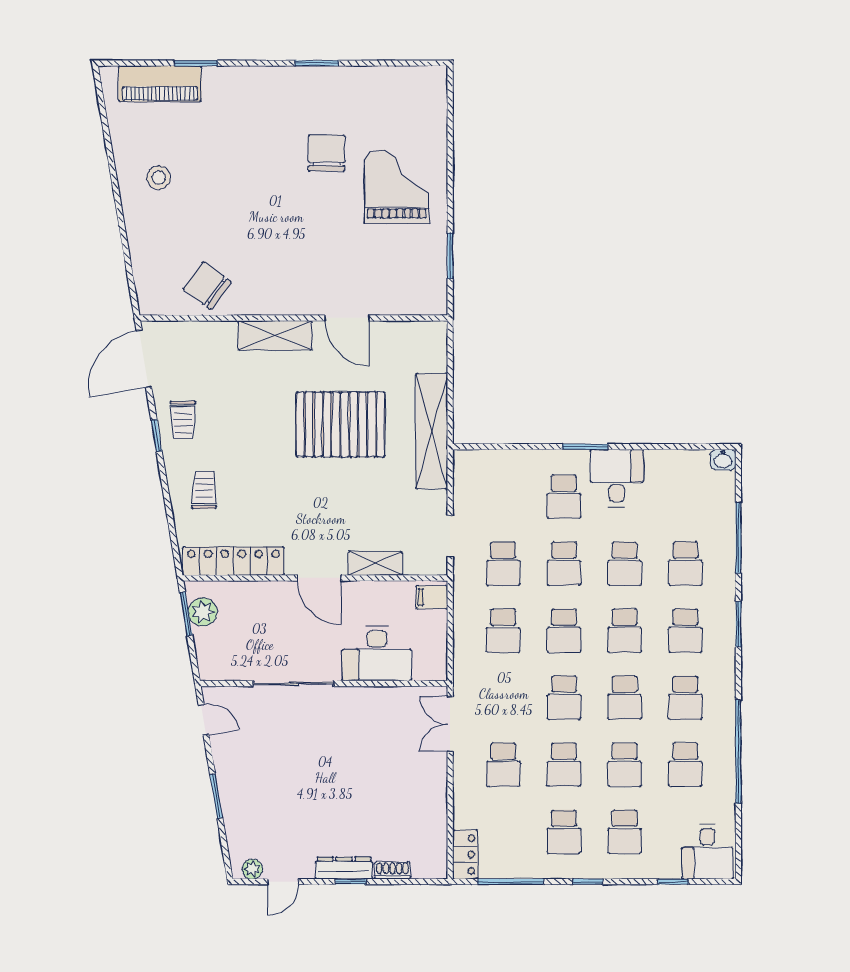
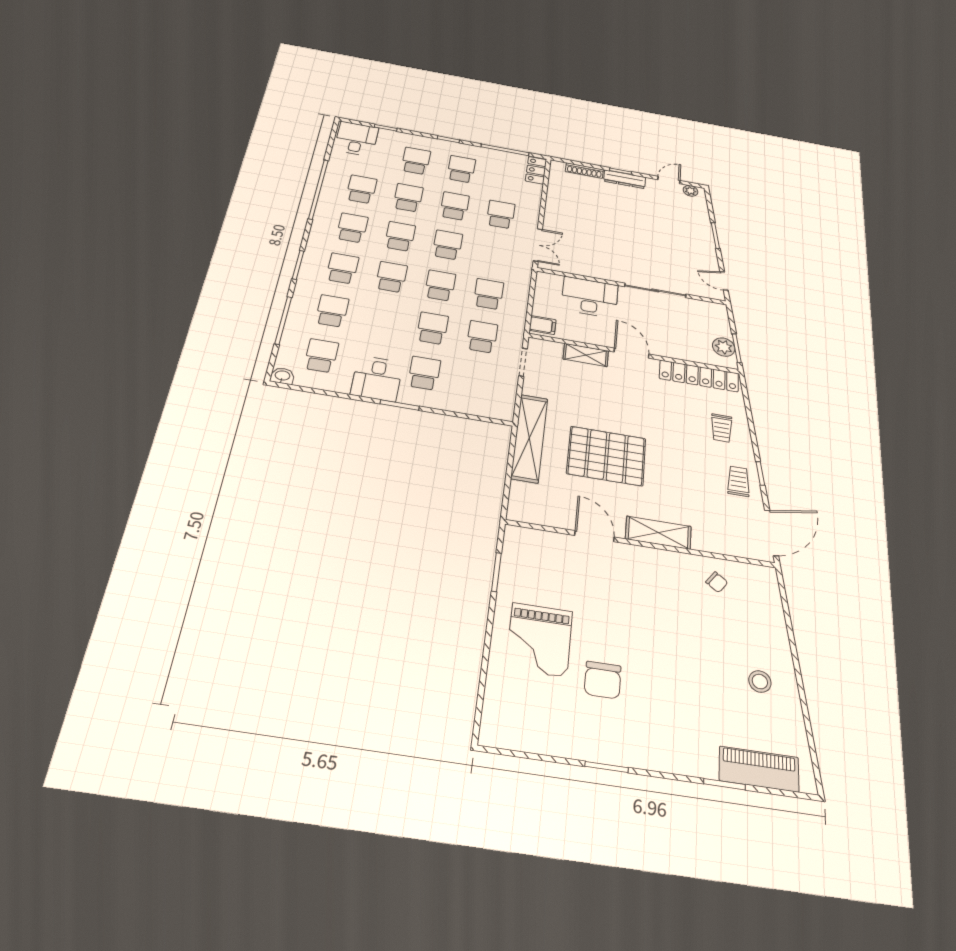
chair: (207, 286) -> (717, 582), width x0.54, depth x0.54
school desk: (625, 564) -> (321, 356), moved
shoe rack: (392, 870) -> (584, 171), width x1.43

